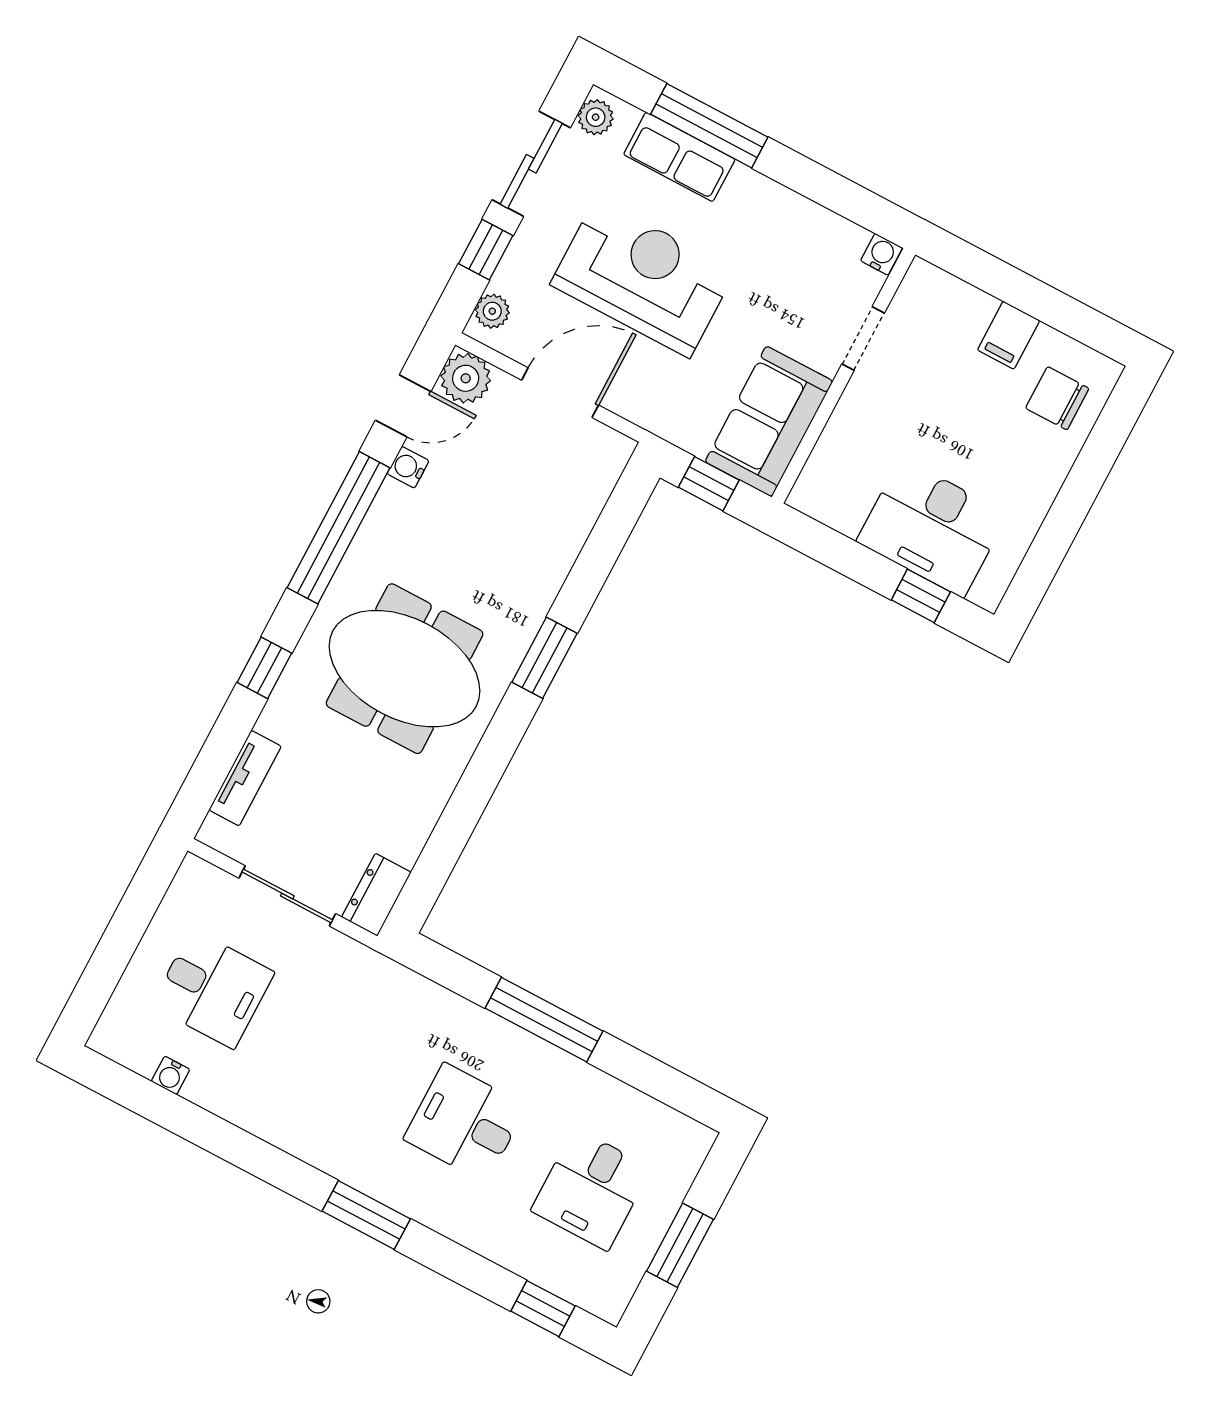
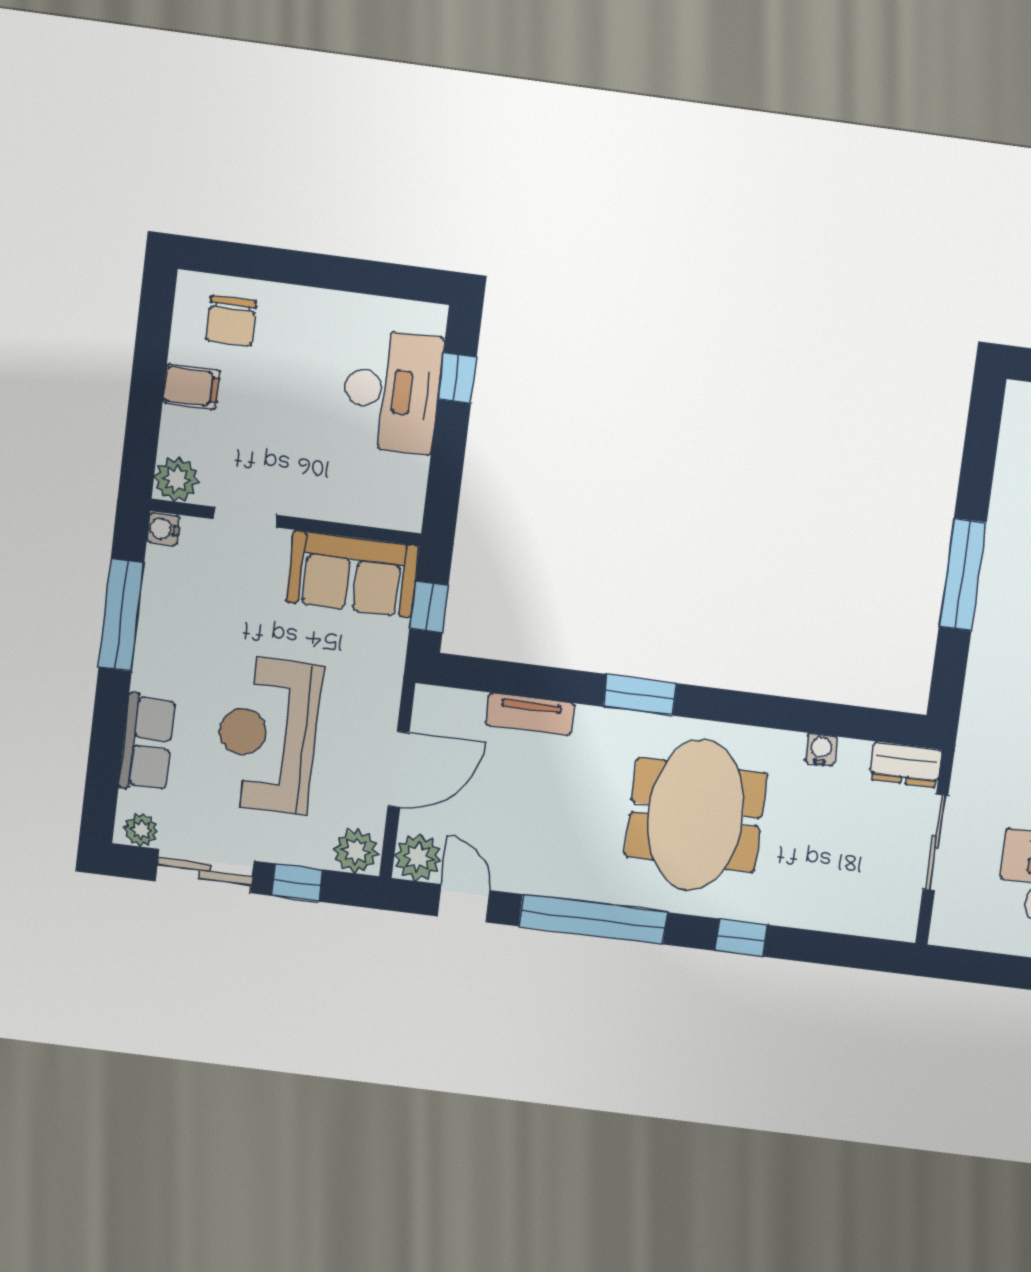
window: (709, 126) -> (121, 615), moved
plant: (925, 286) -> (176, 479), added
plant: (492, 311) -> (356, 851), width x1.38, depth x1.38
door: (560, 393) -> (398, 769), swing flipped
water cooler: (408, 467) -> (821, 749), moved, turned 180
tv unit: (245, 778) -> (530, 714), moved, turned 180

